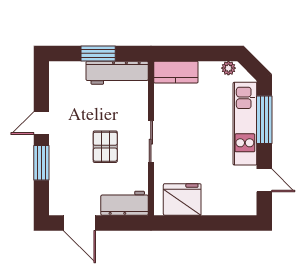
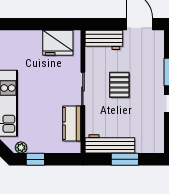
window: (211, 53) -> (35, 159), added
kitchen counter: (176, 72) -> (72, 123), moved, turned -90

